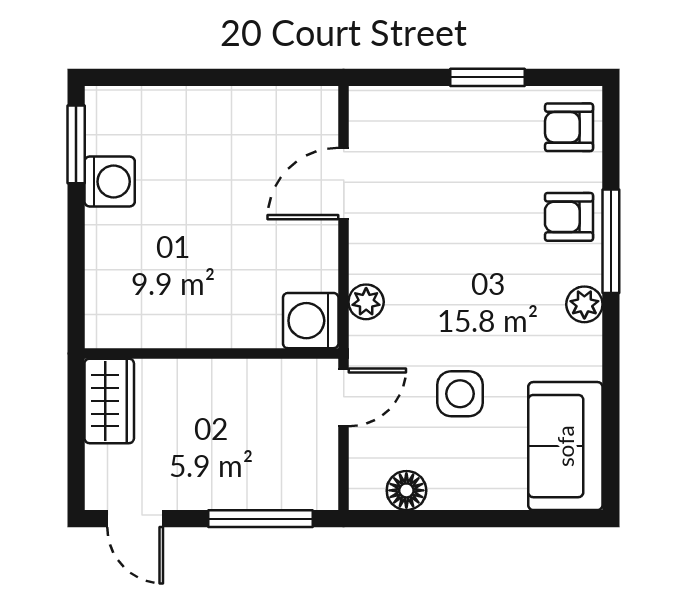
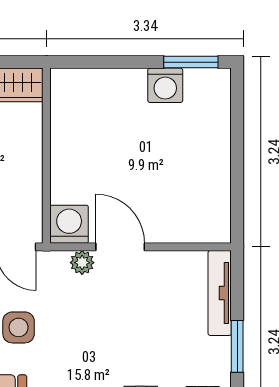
tv unit: (410, 103) -> (220, 293), added
door: (344, 183) -> (120, 247), moved

